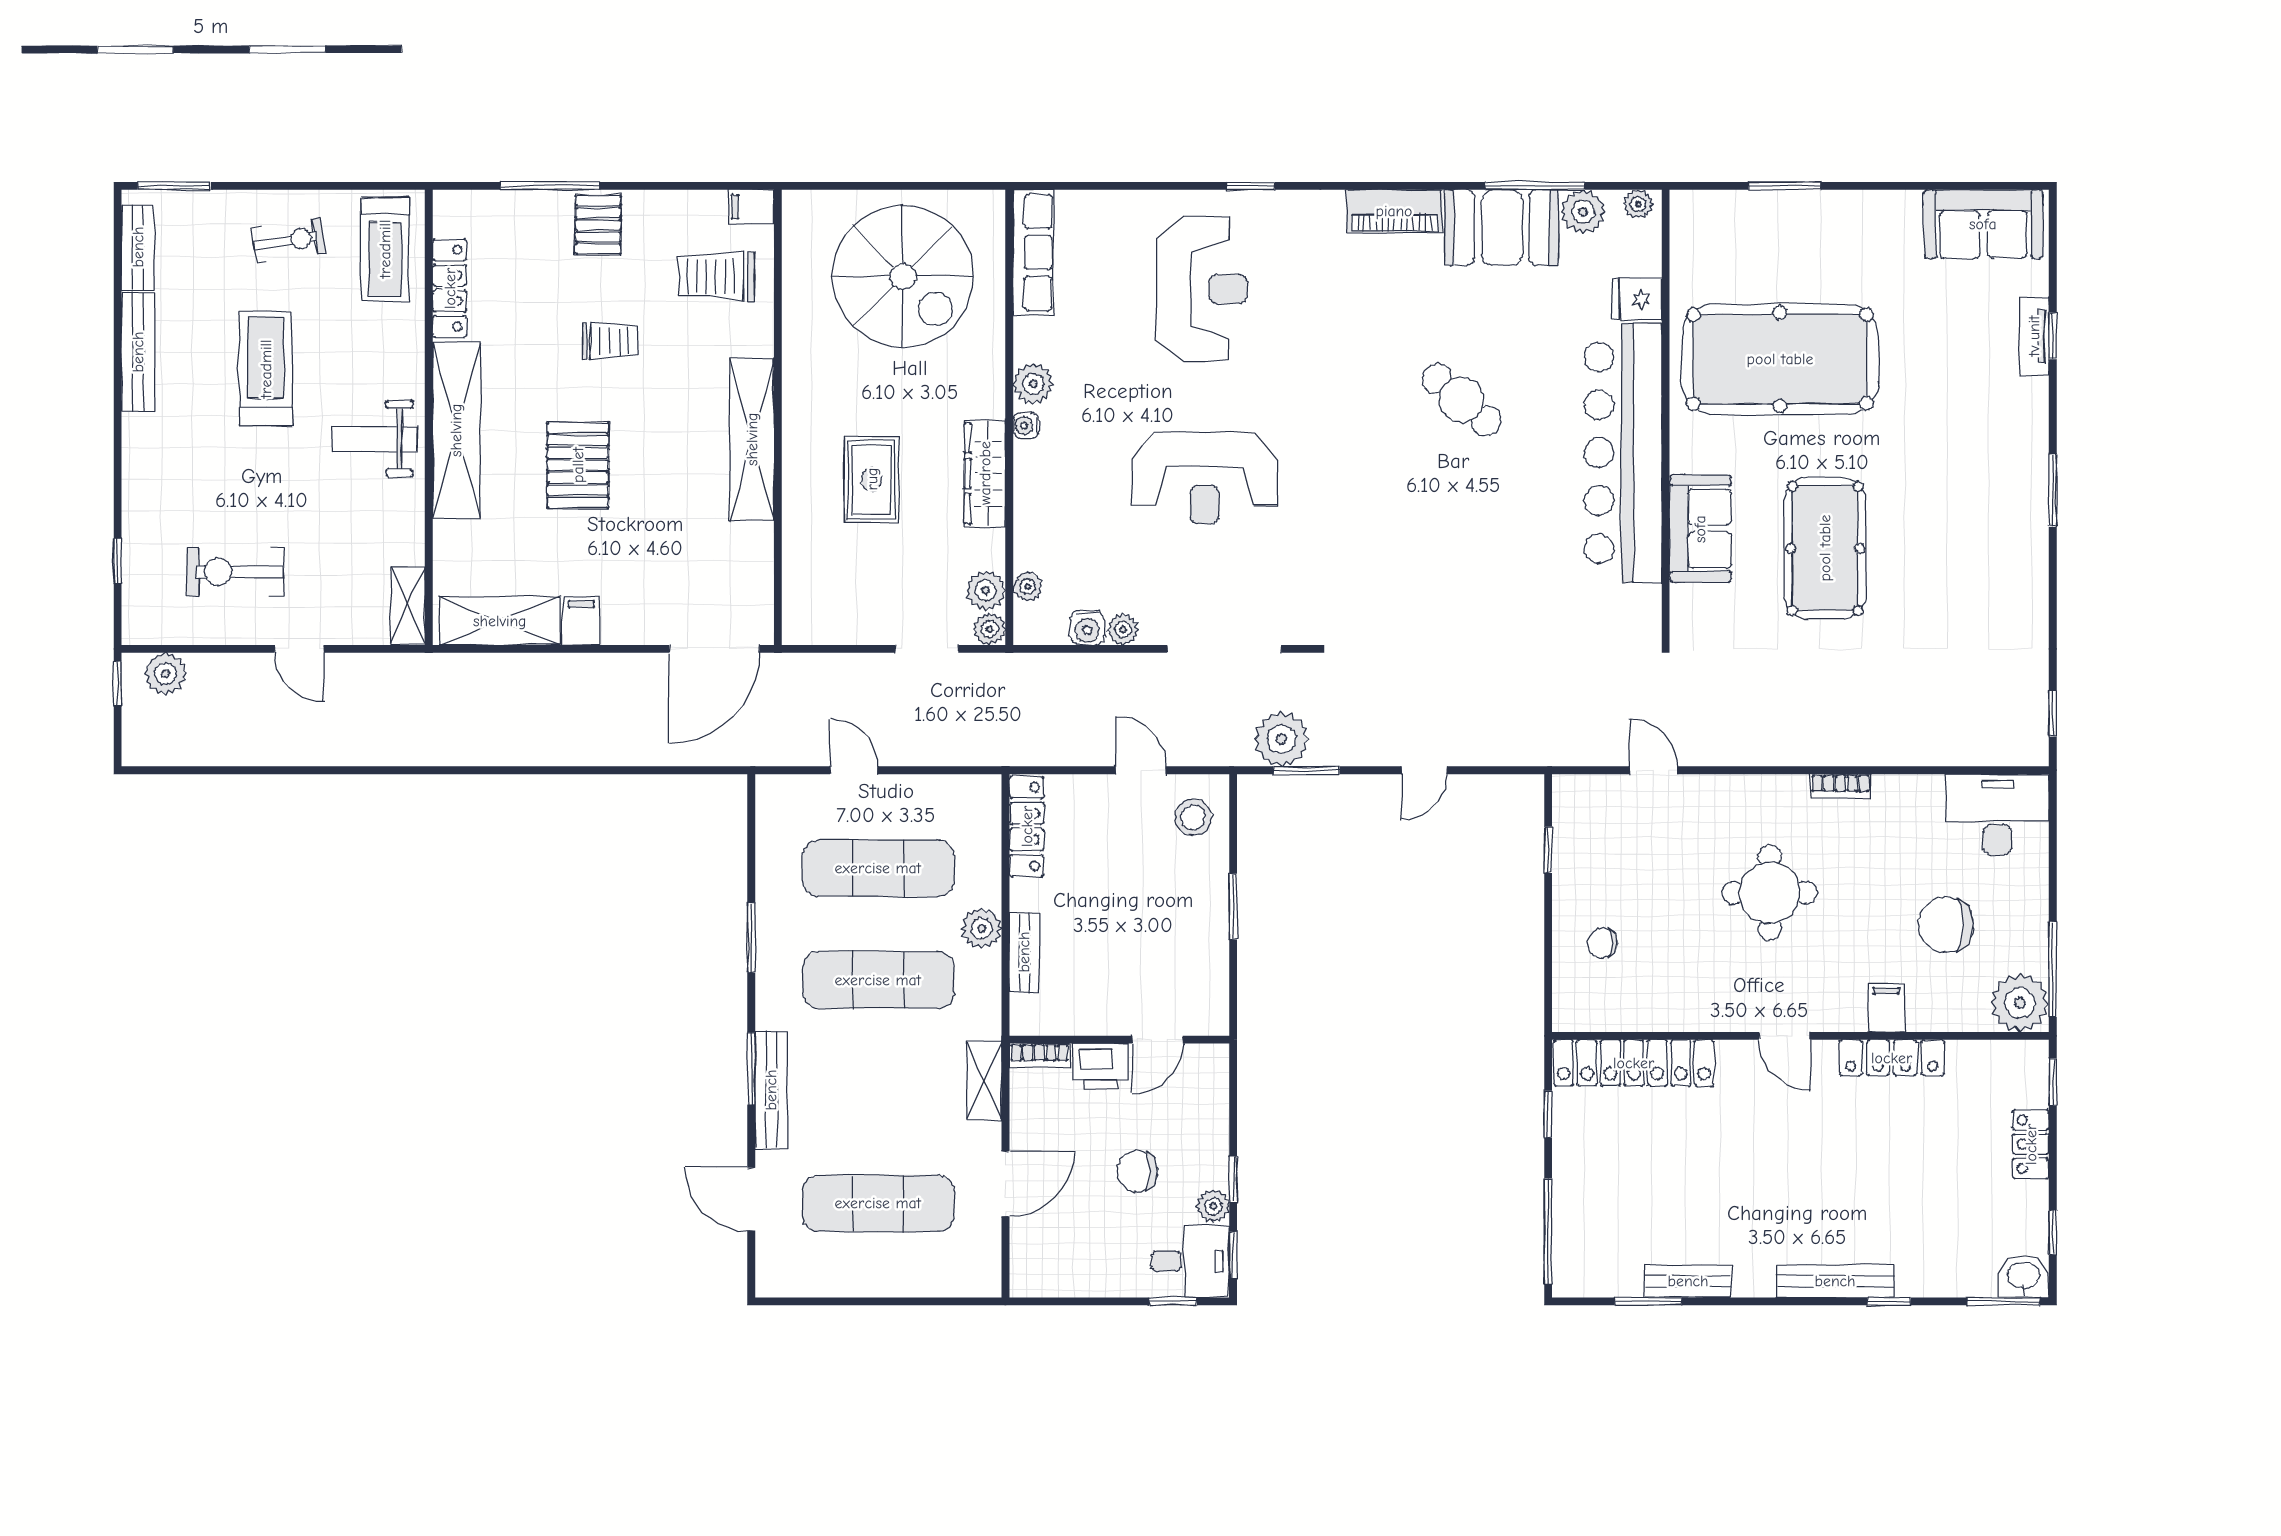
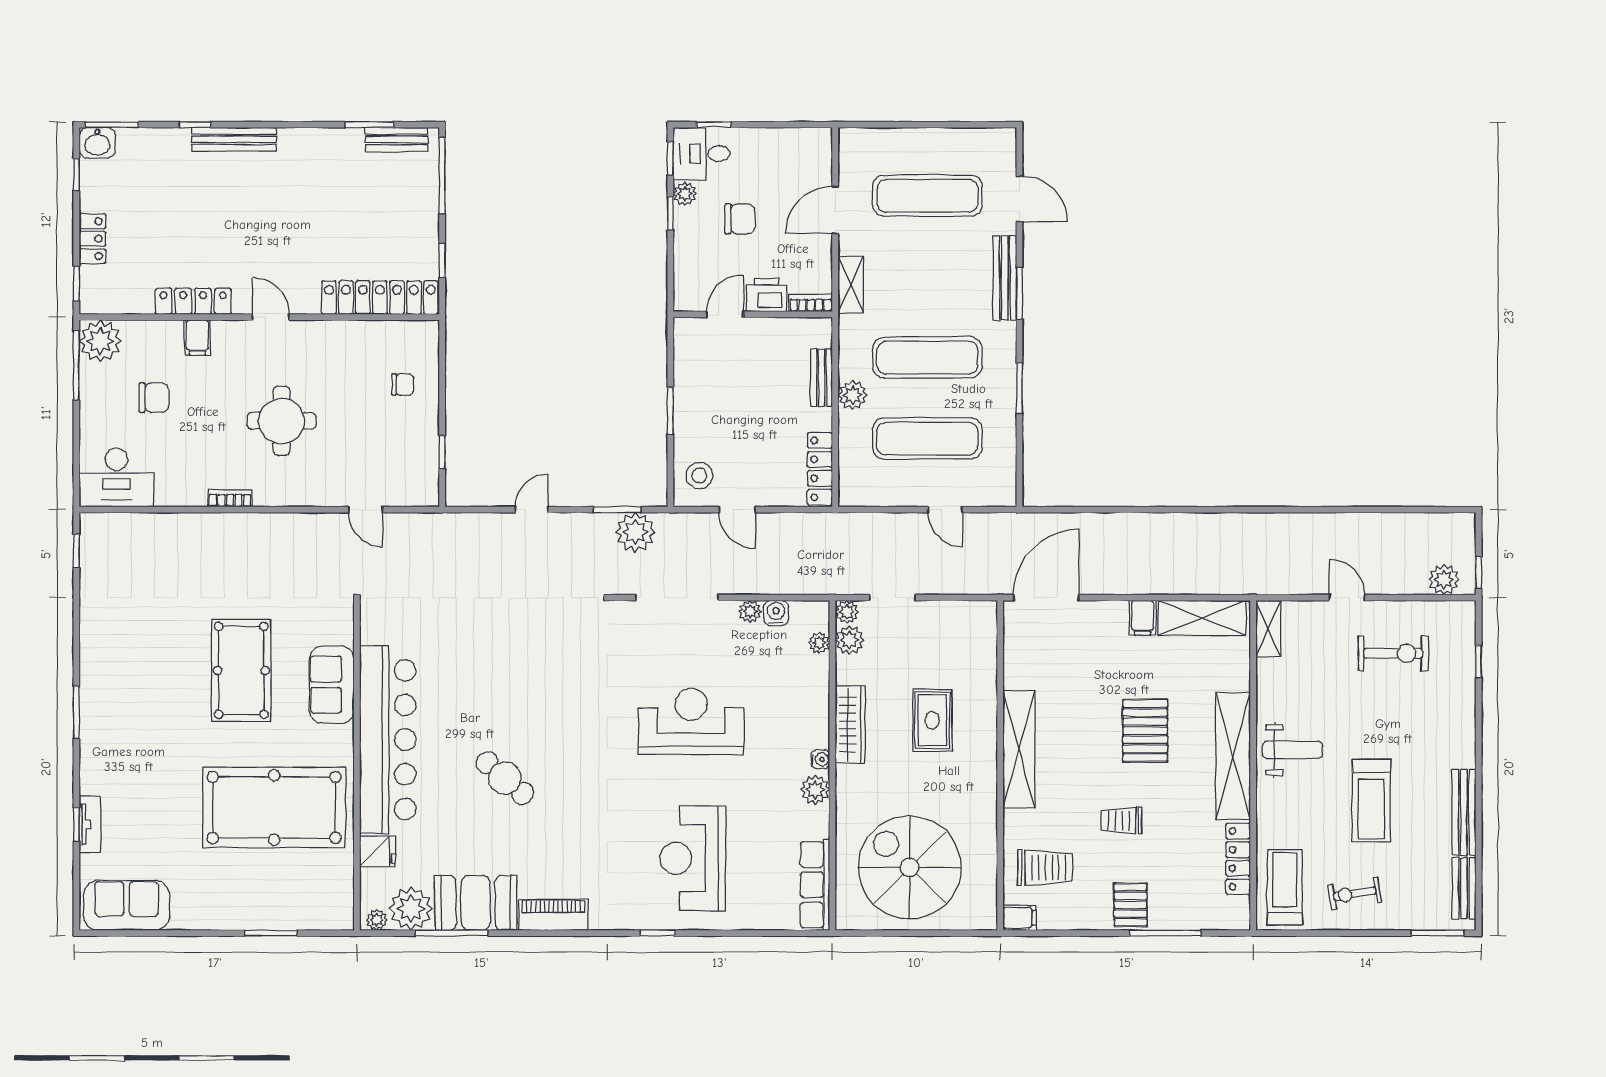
plant: (1583, 212) -> (411, 909), width x1.36, depth x1.36
chair: (1946, 925) -> (154, 398), width x0.73, depth x0.73
bench: (1688, 1281) -> (396, 139), moved

